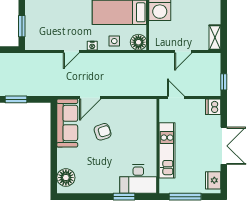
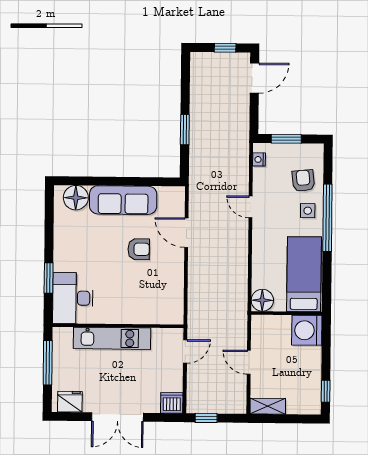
armchair: (52, 14) -> (303, 181), added
side table: (114, 41) -> (308, 211), moved
nightstand: (92, 46) -> (259, 159), moved
sofa: (67, 123) -> (123, 200), moved
armchair: (103, 132) -> (139, 249), turned -72

